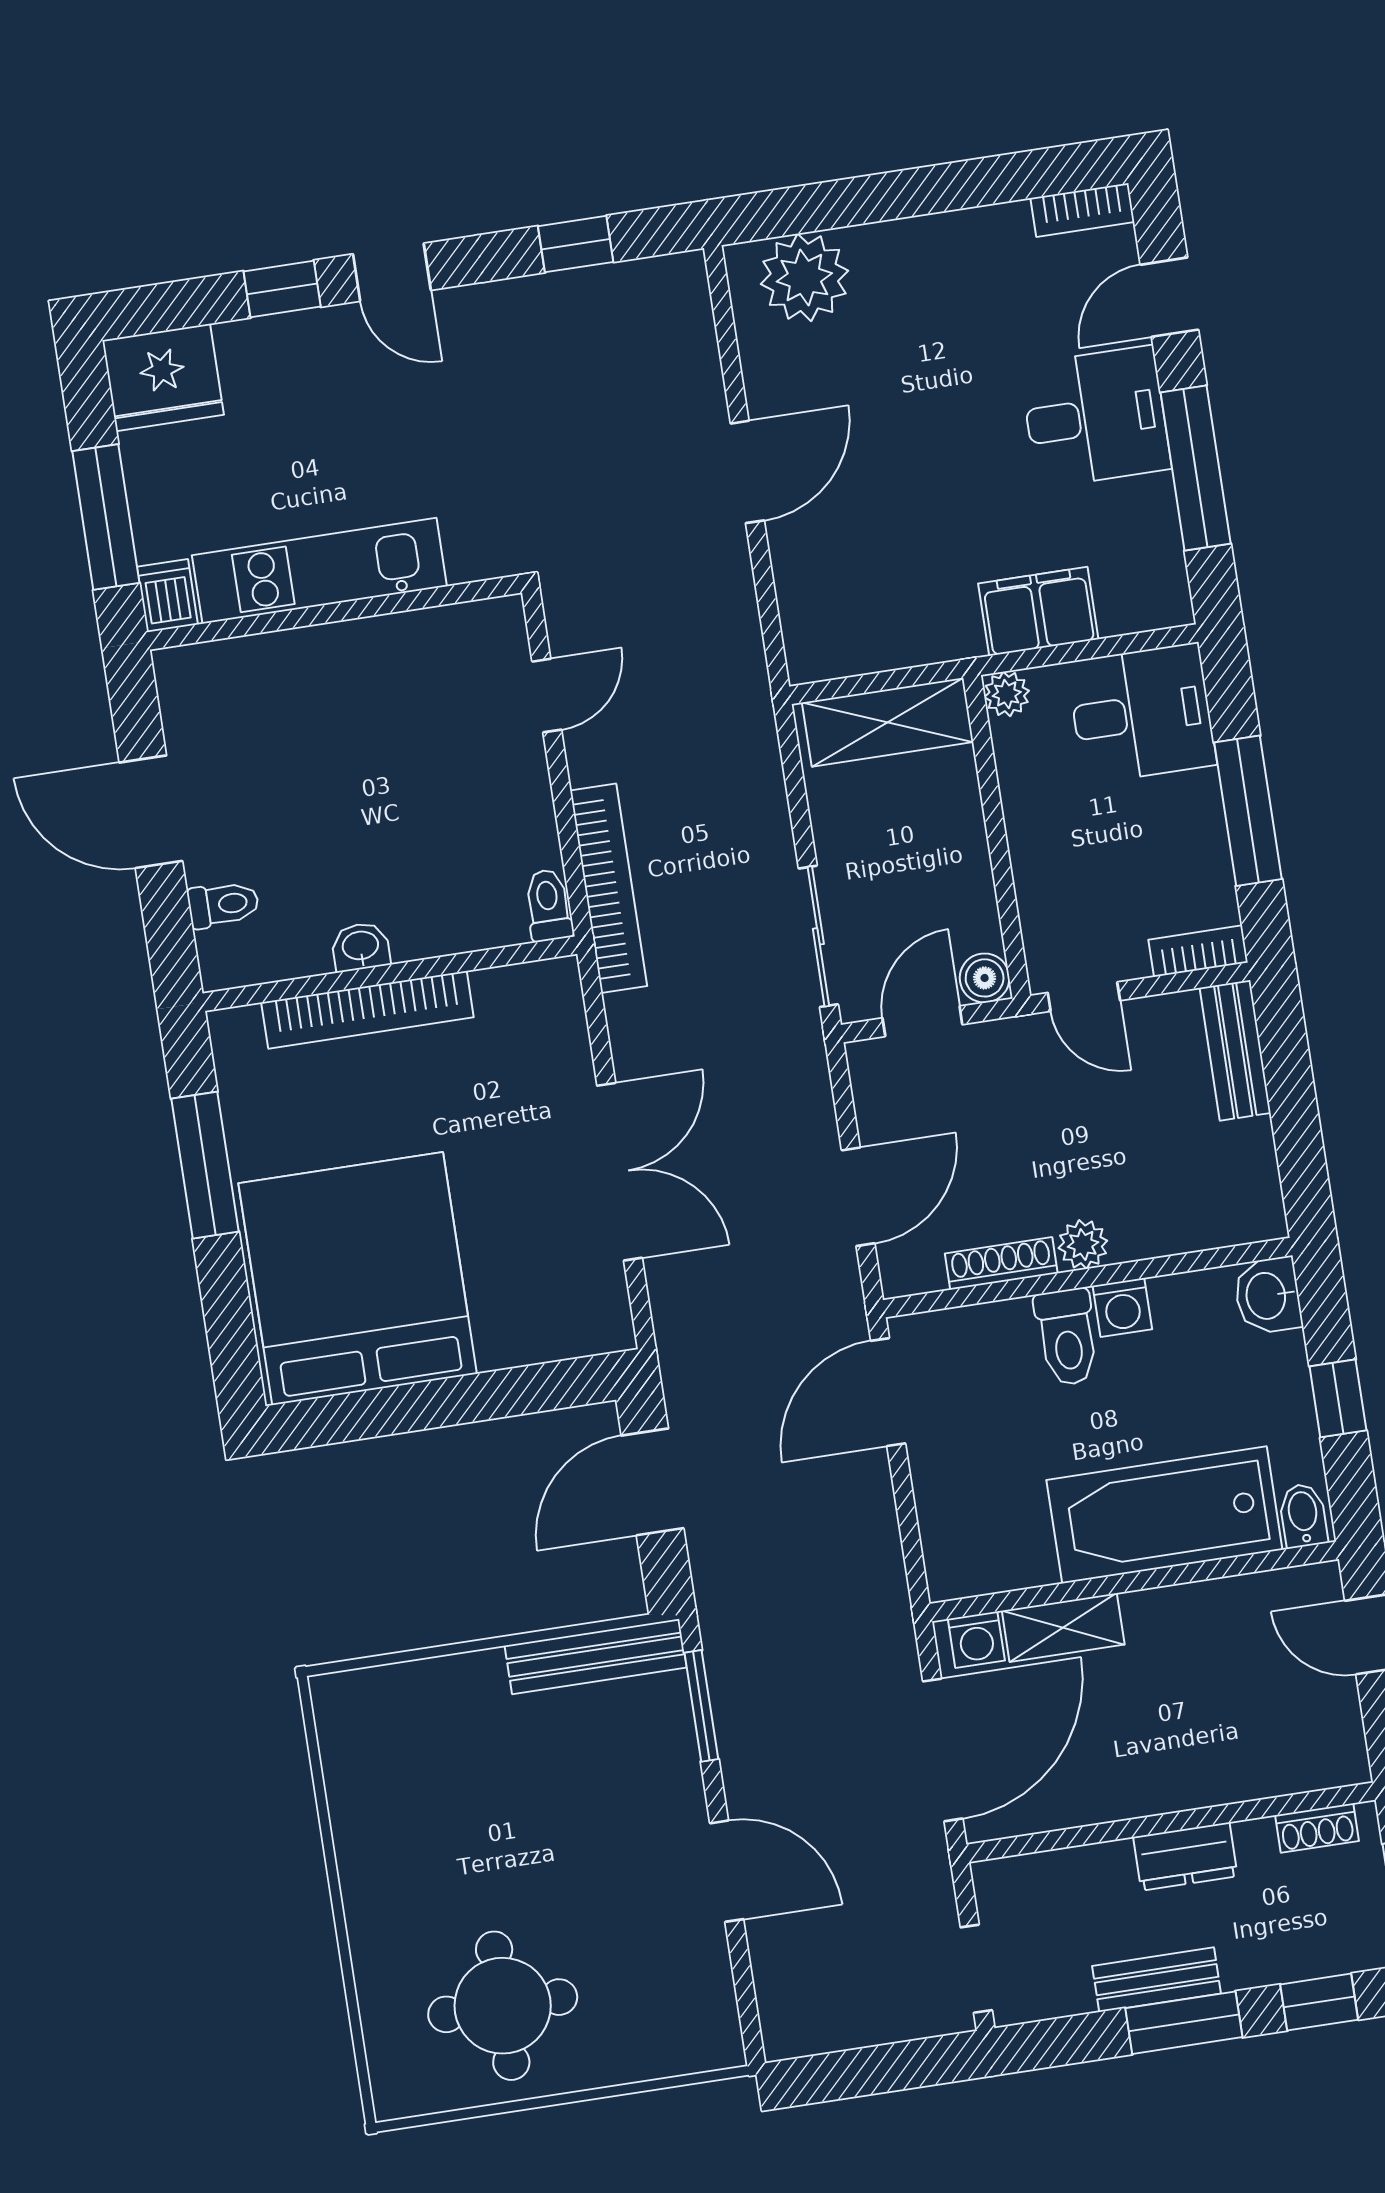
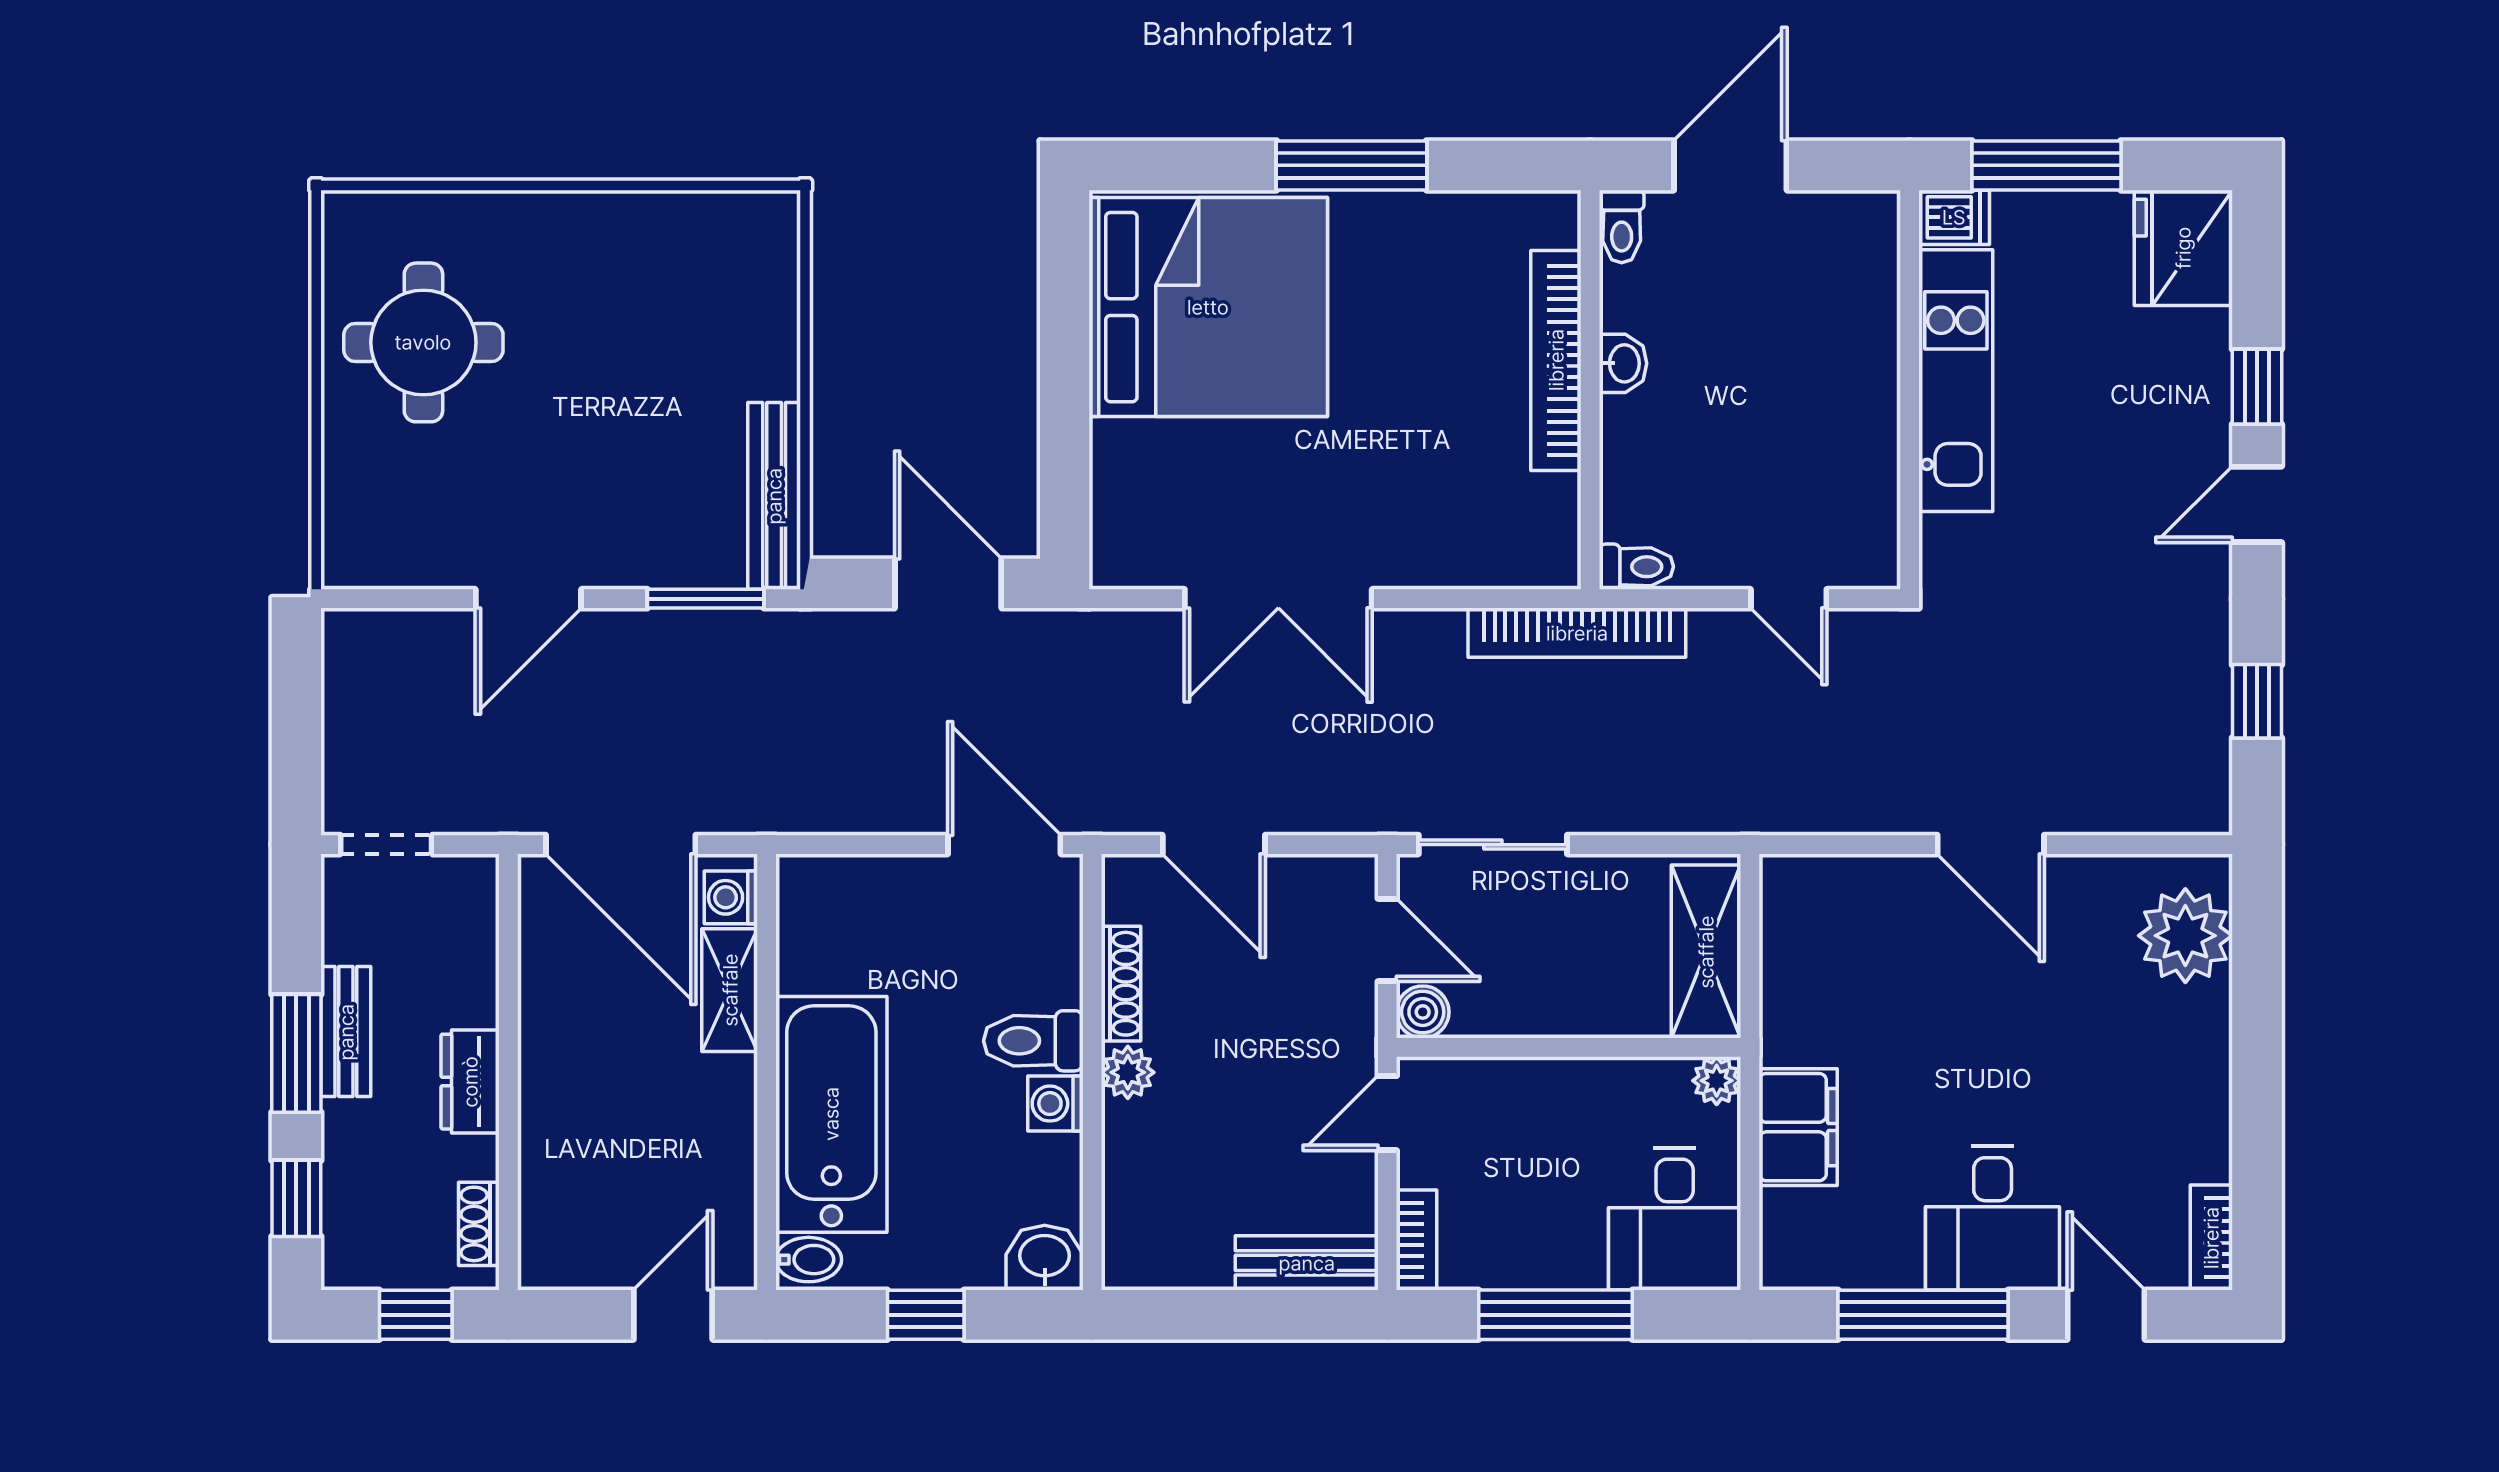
toilet: (548, 905) -> (1636, 567), moved
washbasin: (361, 947) -> (1623, 363), moved
wall: (390, 974) -> (1590, 390), moved
bookcase: (367, 1010) -> (1556, 360), moved

